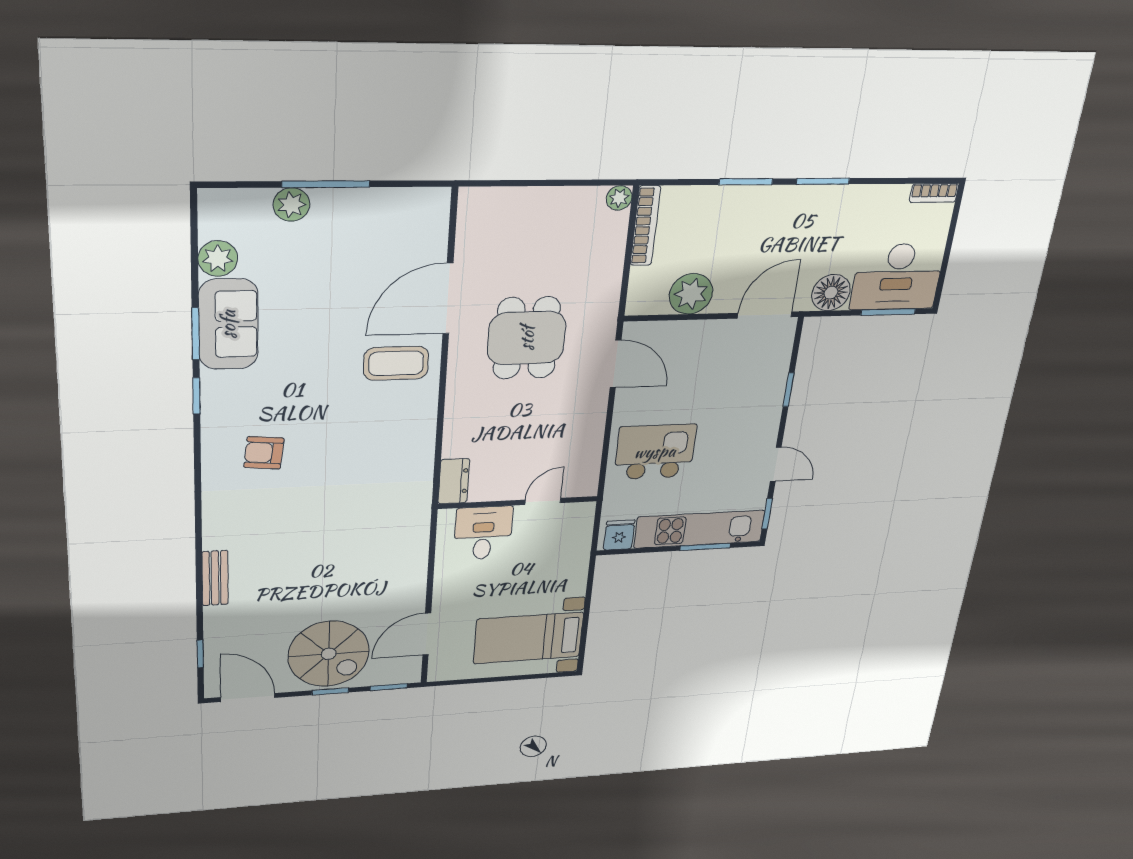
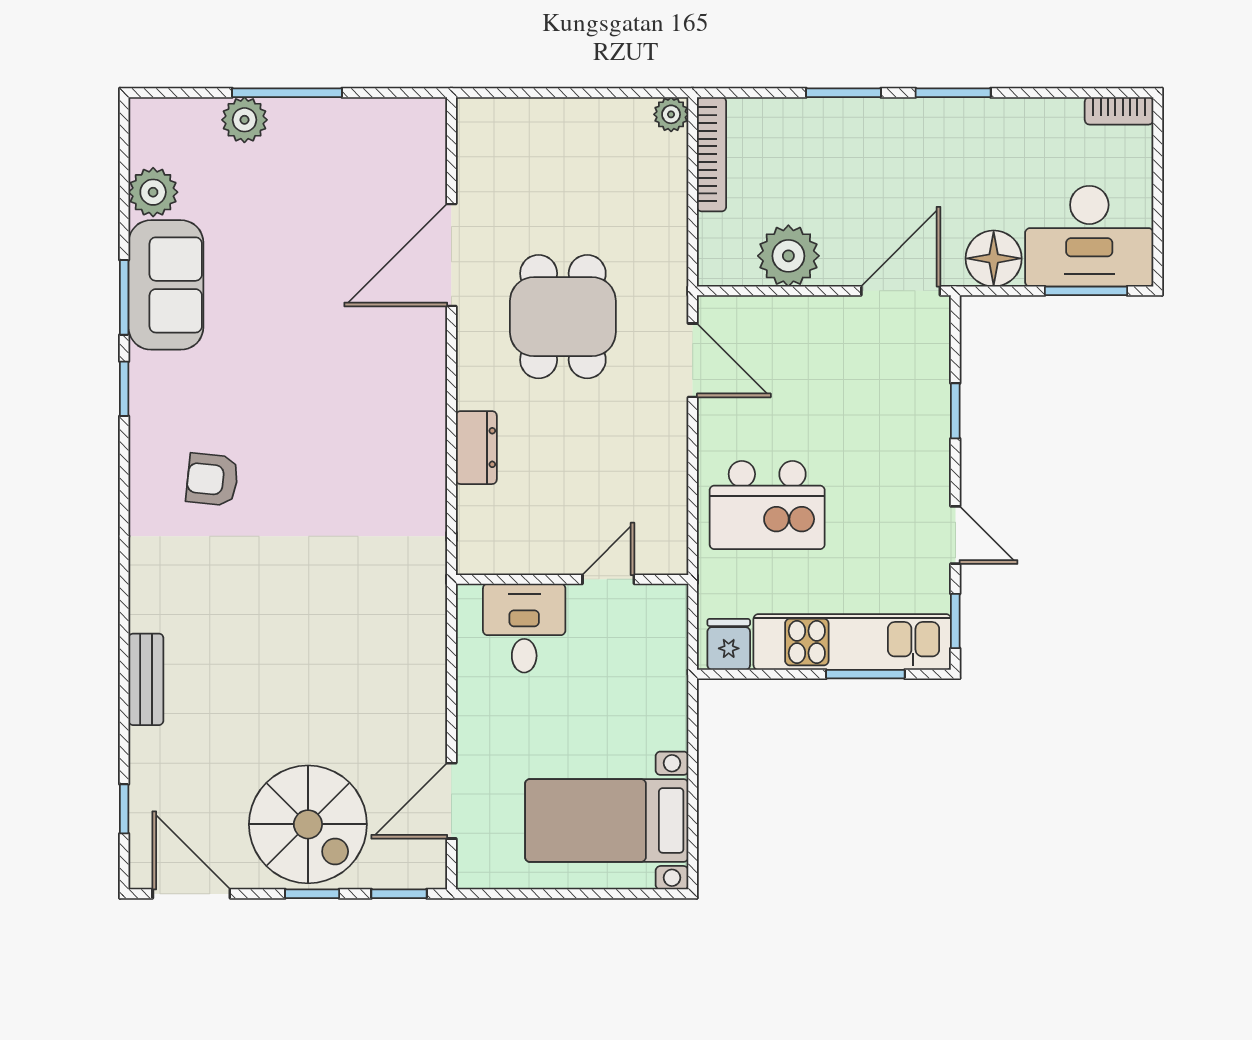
coffee table: (396, 363) -> (387, 349), removed
kitchen island: (655, 452) -> (767, 505), turned 180
dresser: (454, 481) -> (476, 448), moved

